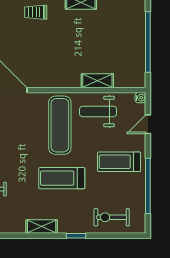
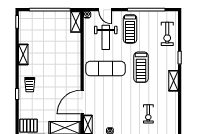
shelving: (97, 81) -> (76, 22), moved
weight bench: (98, 111) -> (106, 37), moved

